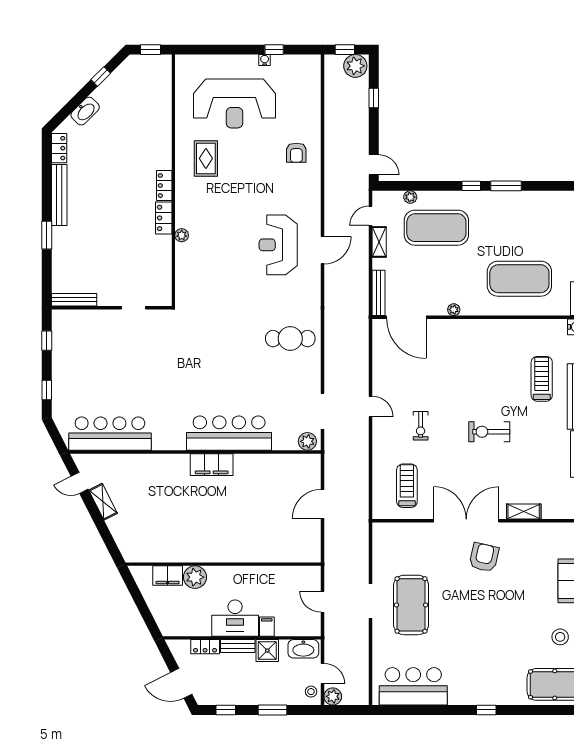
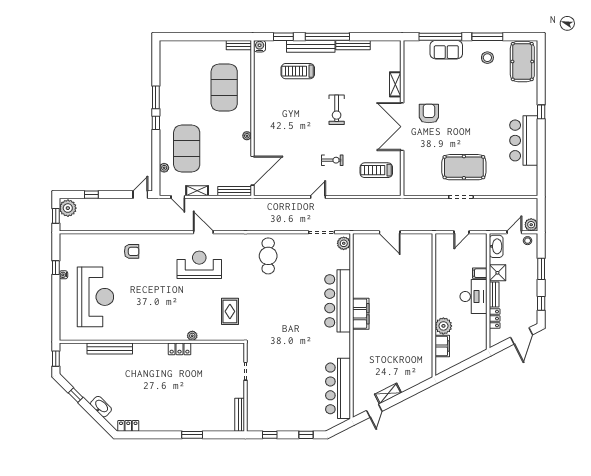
rug: (206, 158) -> (230, 311), moved, turned 90
locker: (164, 186) -> (156, 349), removed
bench: (59, 195) -> (110, 349), moved
reception desk: (278, 245) -> (199, 265), turned 180
armchair: (484, 557) -> (429, 114), turned 77
bar counter: (413, 686) -> (524, 140), moved

